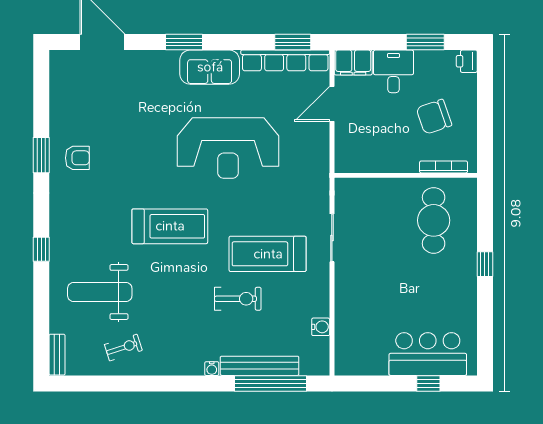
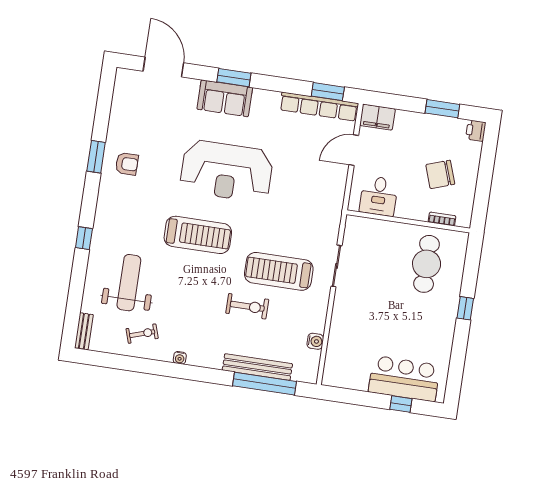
sofa: (210, 67) -> (225, 98), moved
desk: (393, 71) -> (379, 196), moved, turned 180
reception desk: (228, 148) -> (227, 171), moved
bookcase: (444, 167) -> (442, 219), width x0.64
weight bench: (100, 292) -> (129, 283), turned 90
water cooler: (212, 369) -> (180, 358), moved

